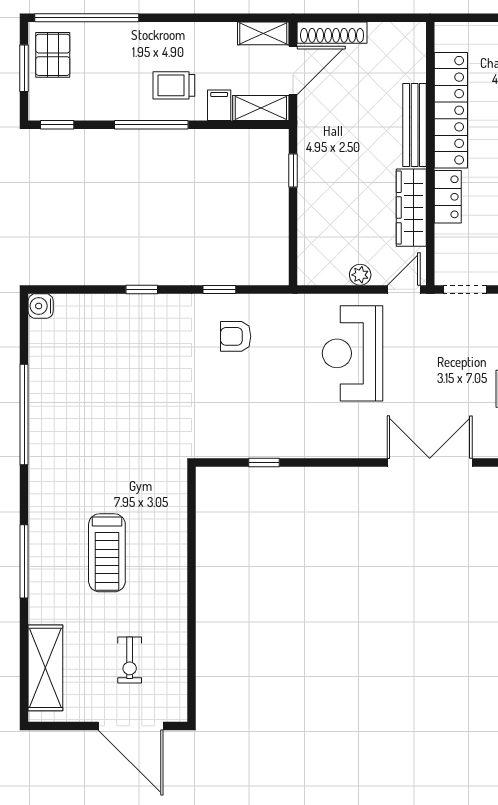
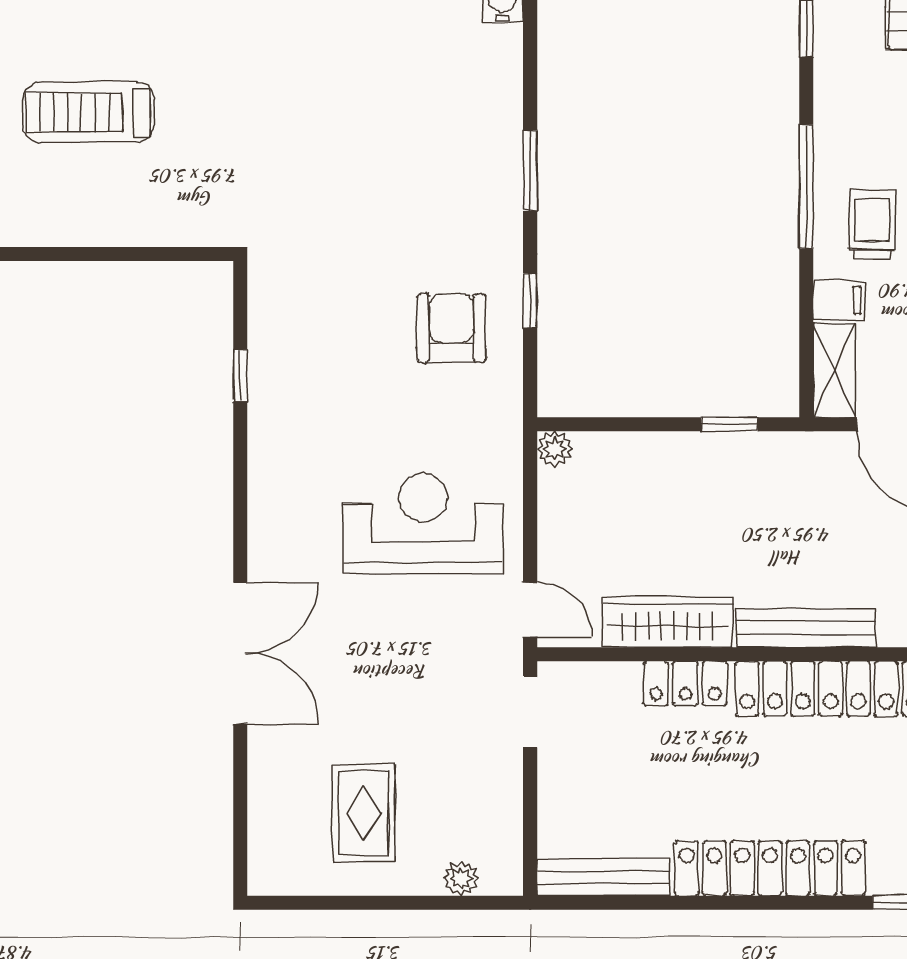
plant: (360, 275) -> (555, 449), moved
window: (142, 289) -> (530, 171), width x1.50
armchair: (236, 336) -> (451, 328), width x1.38, depth x1.38

